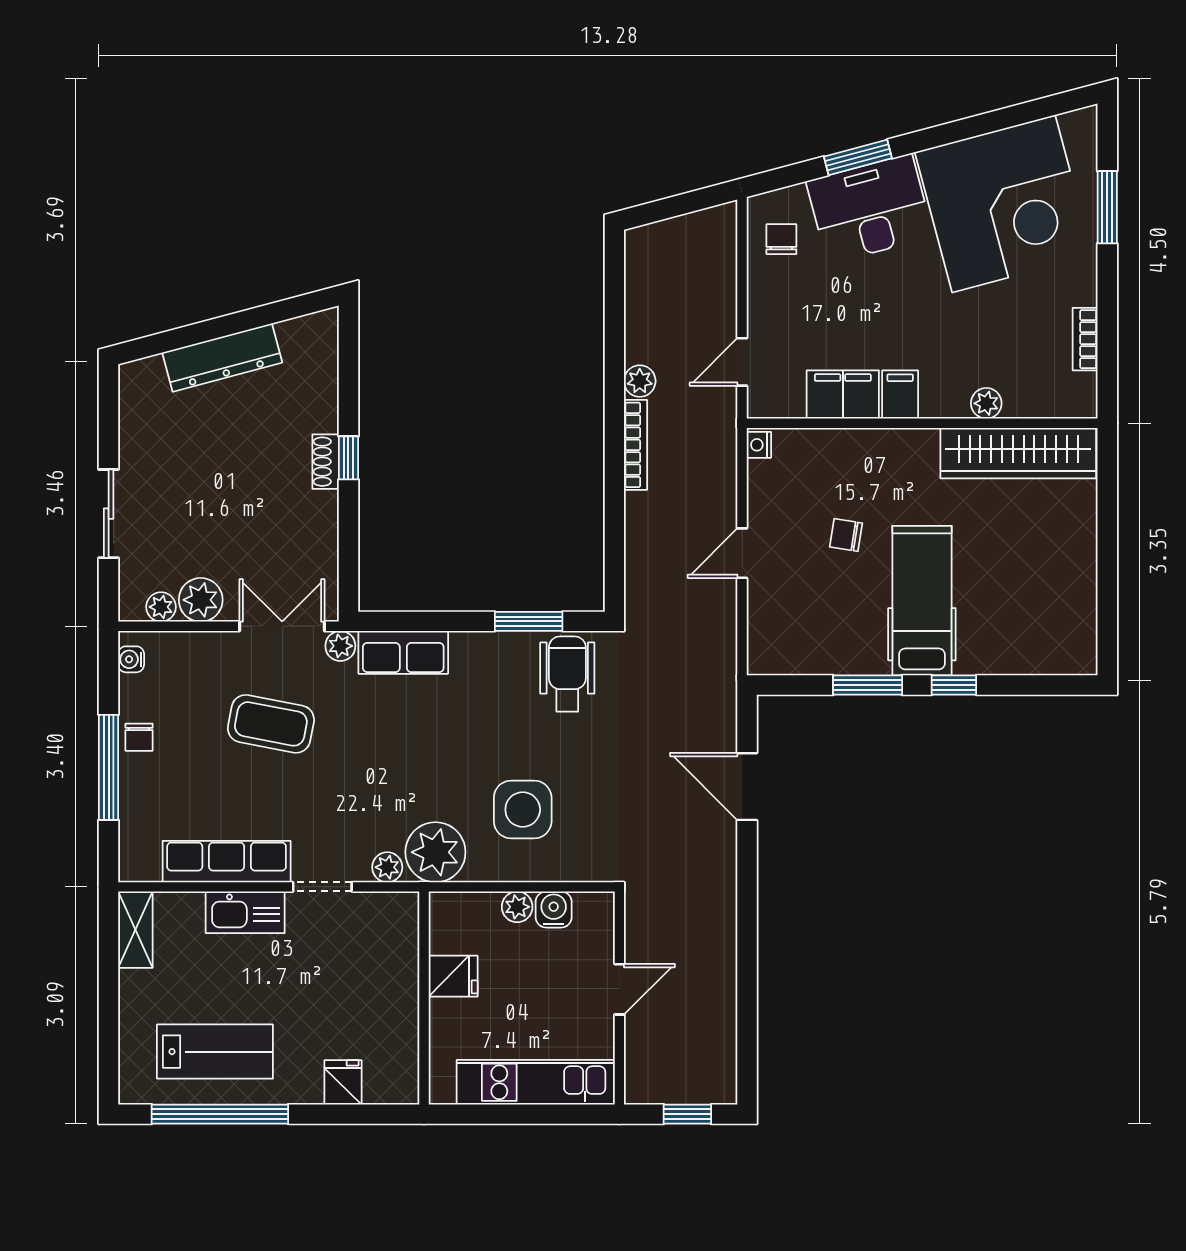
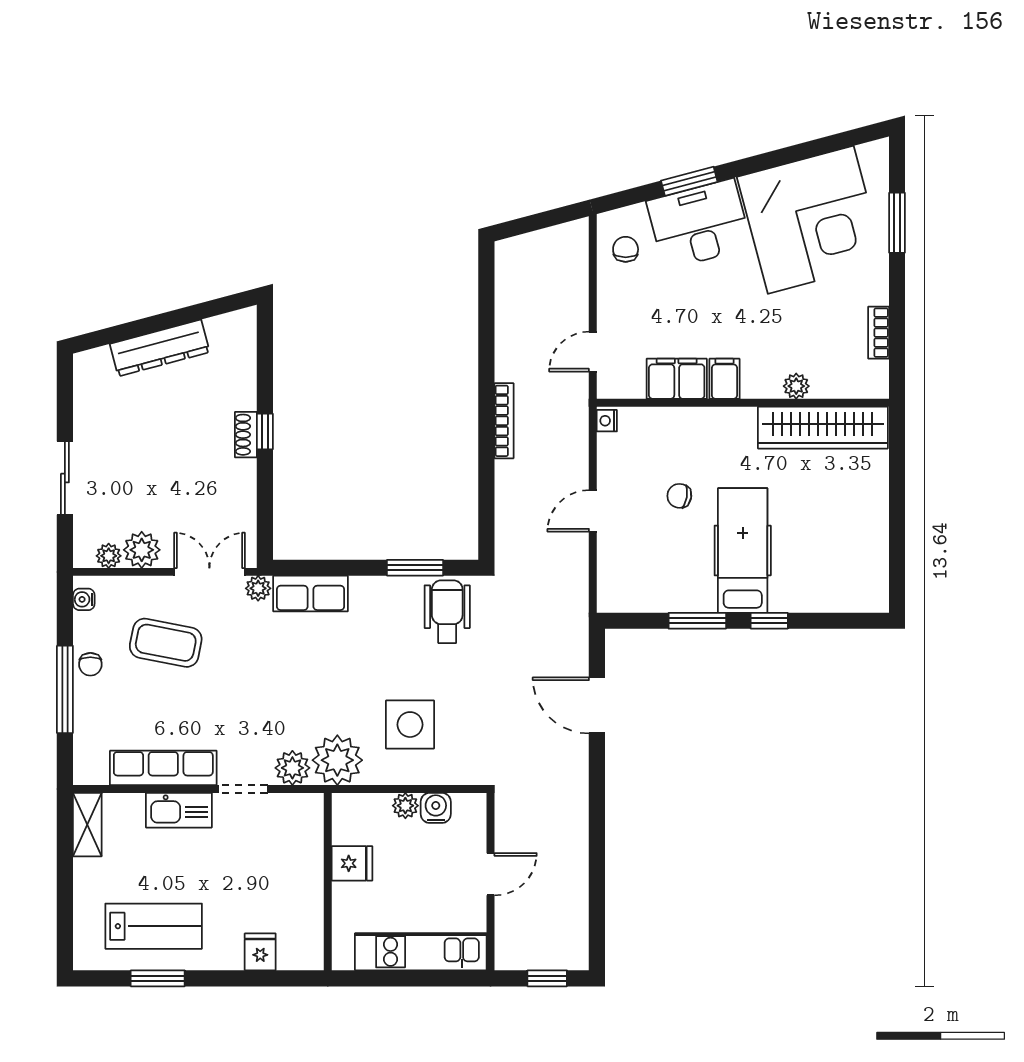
plant: (640, 381) -> (508, 368), removed
coffee table: (271, 724) -> (166, 643), moved
plant: (387, 867) -> (292, 768), width x1.38, depth x1.38
window: (220, 1114) -> (158, 978), width x0.47

